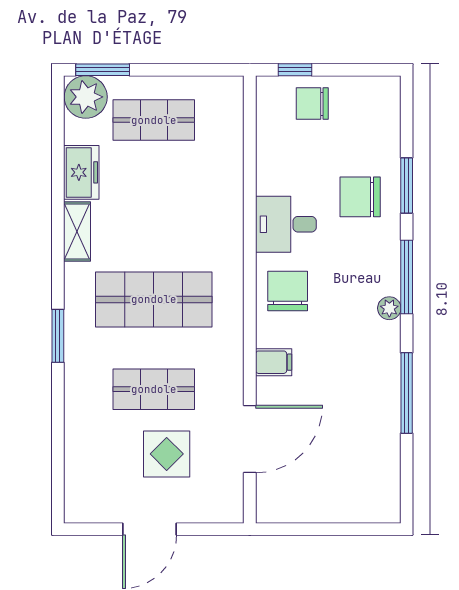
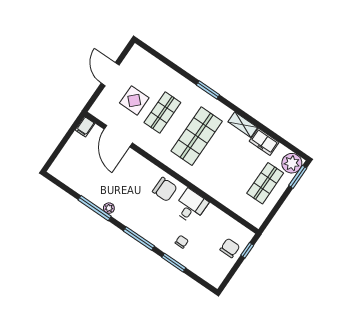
chair: (360, 197) -> (182, 242), width x0.54, depth x0.54
plant: (389, 308) -> (109, 208), moved
filing cabinet: (274, 362) -> (85, 127), moved

